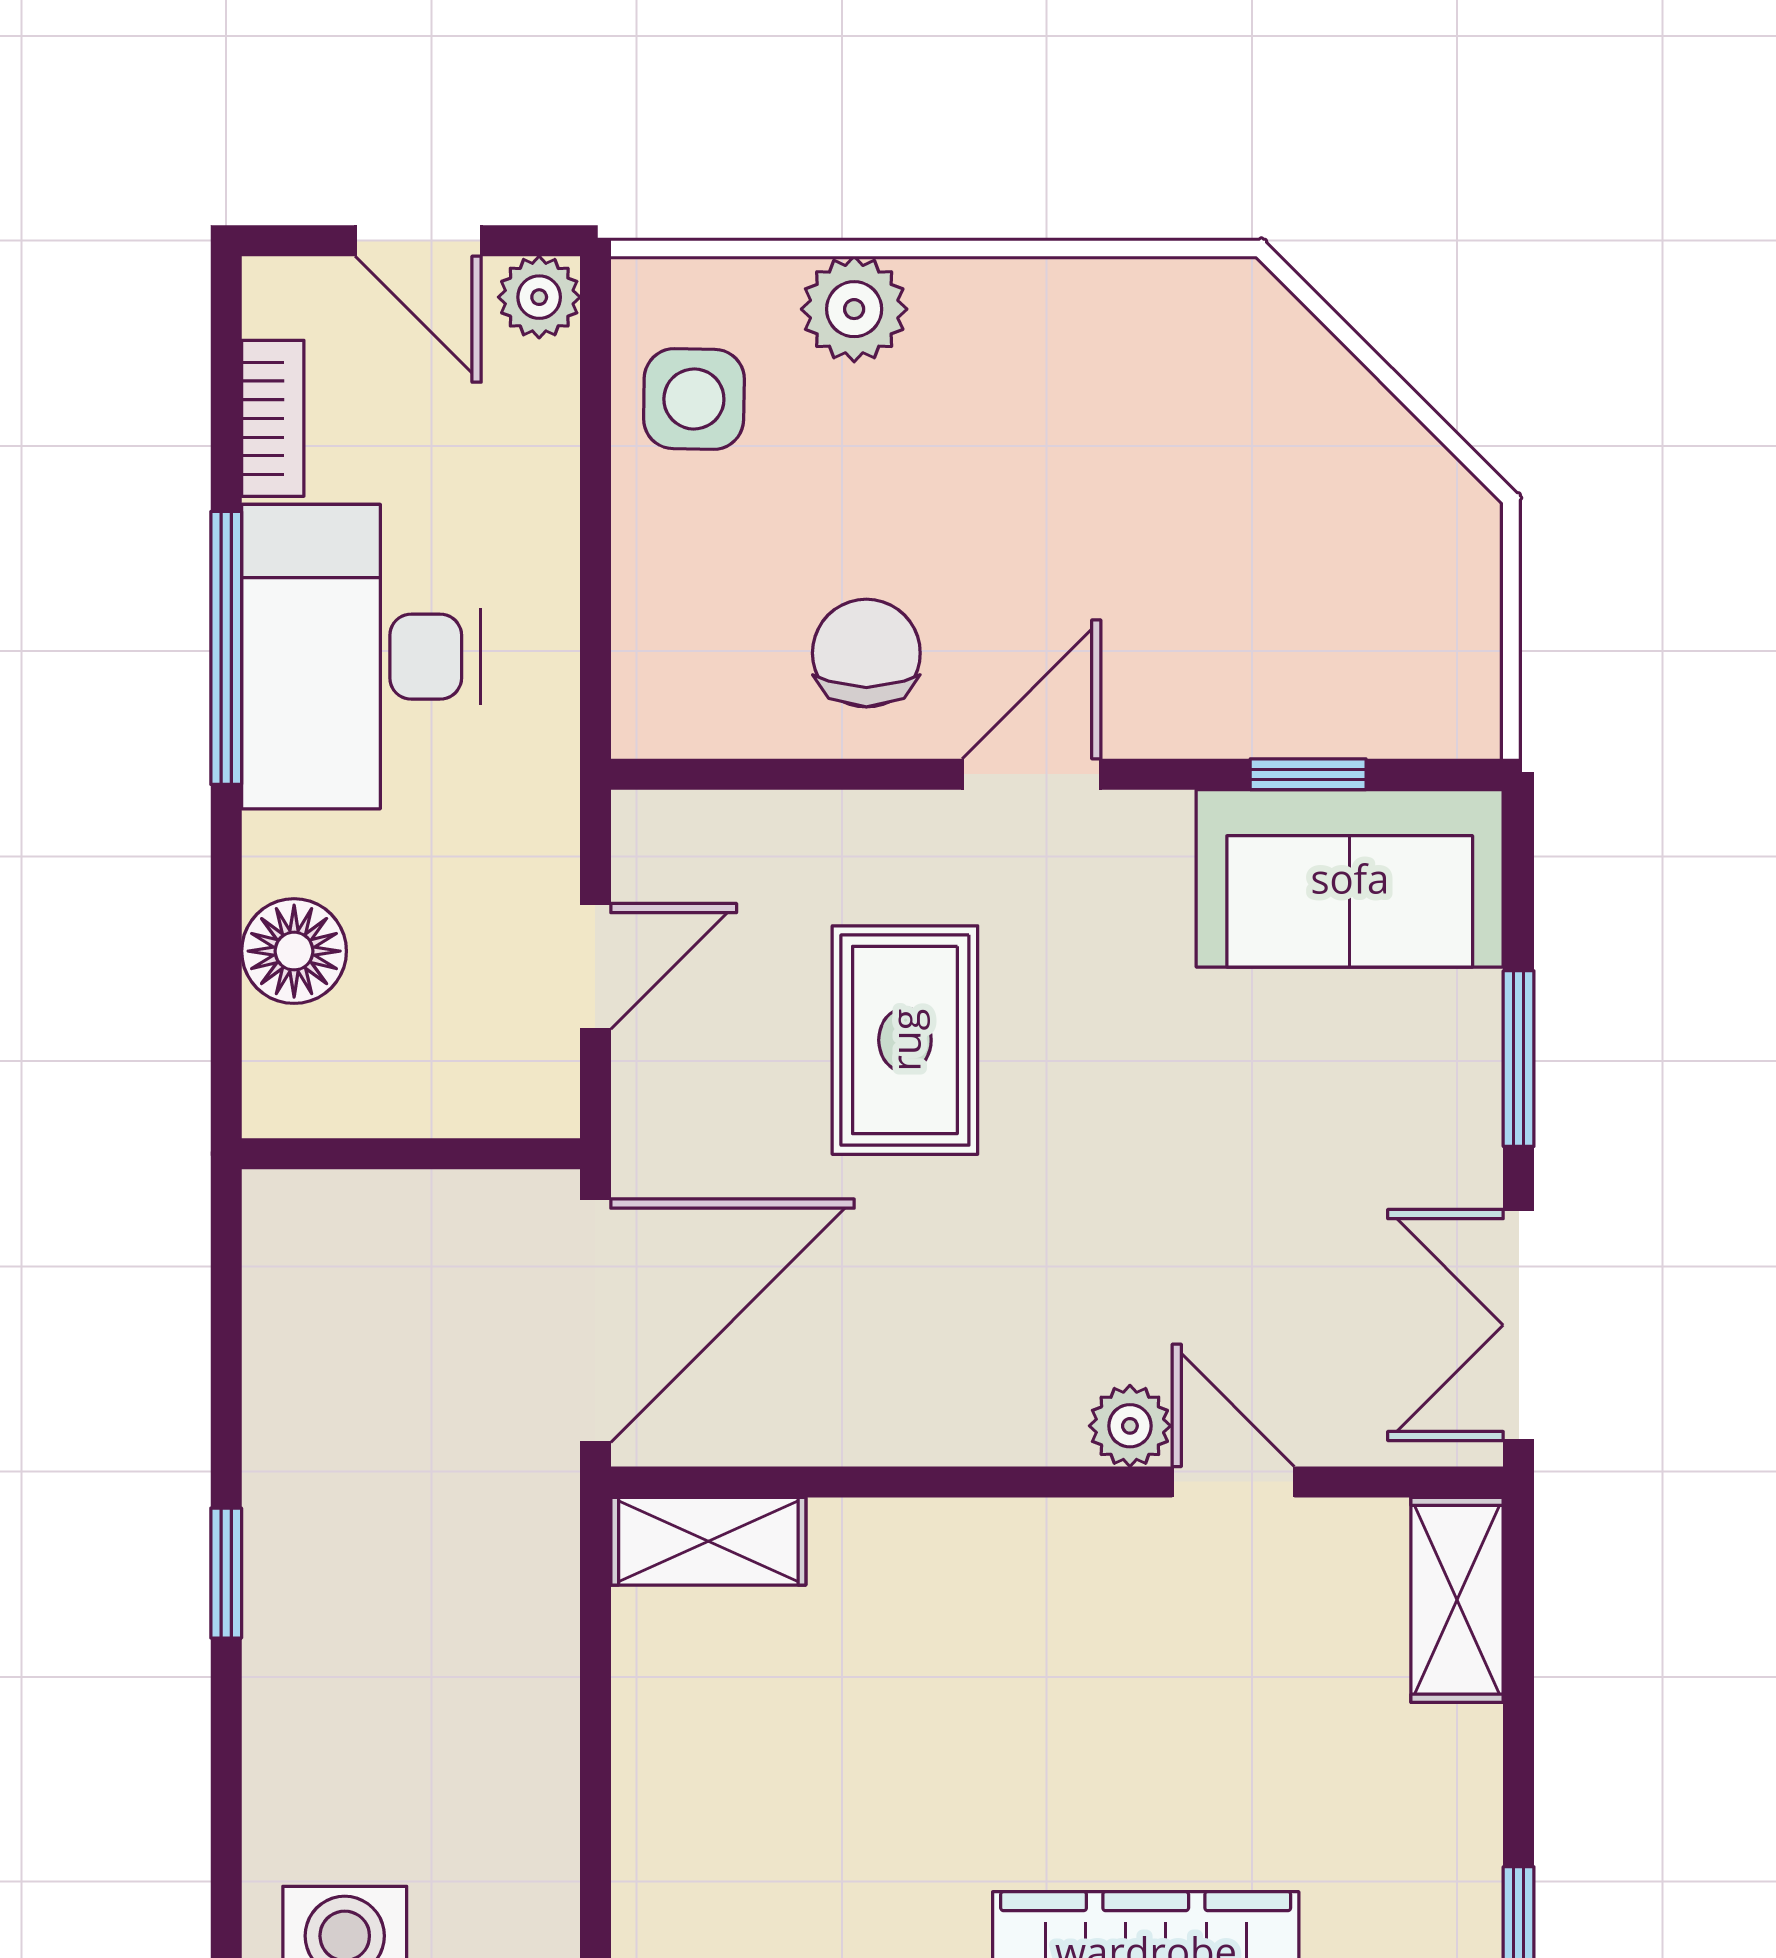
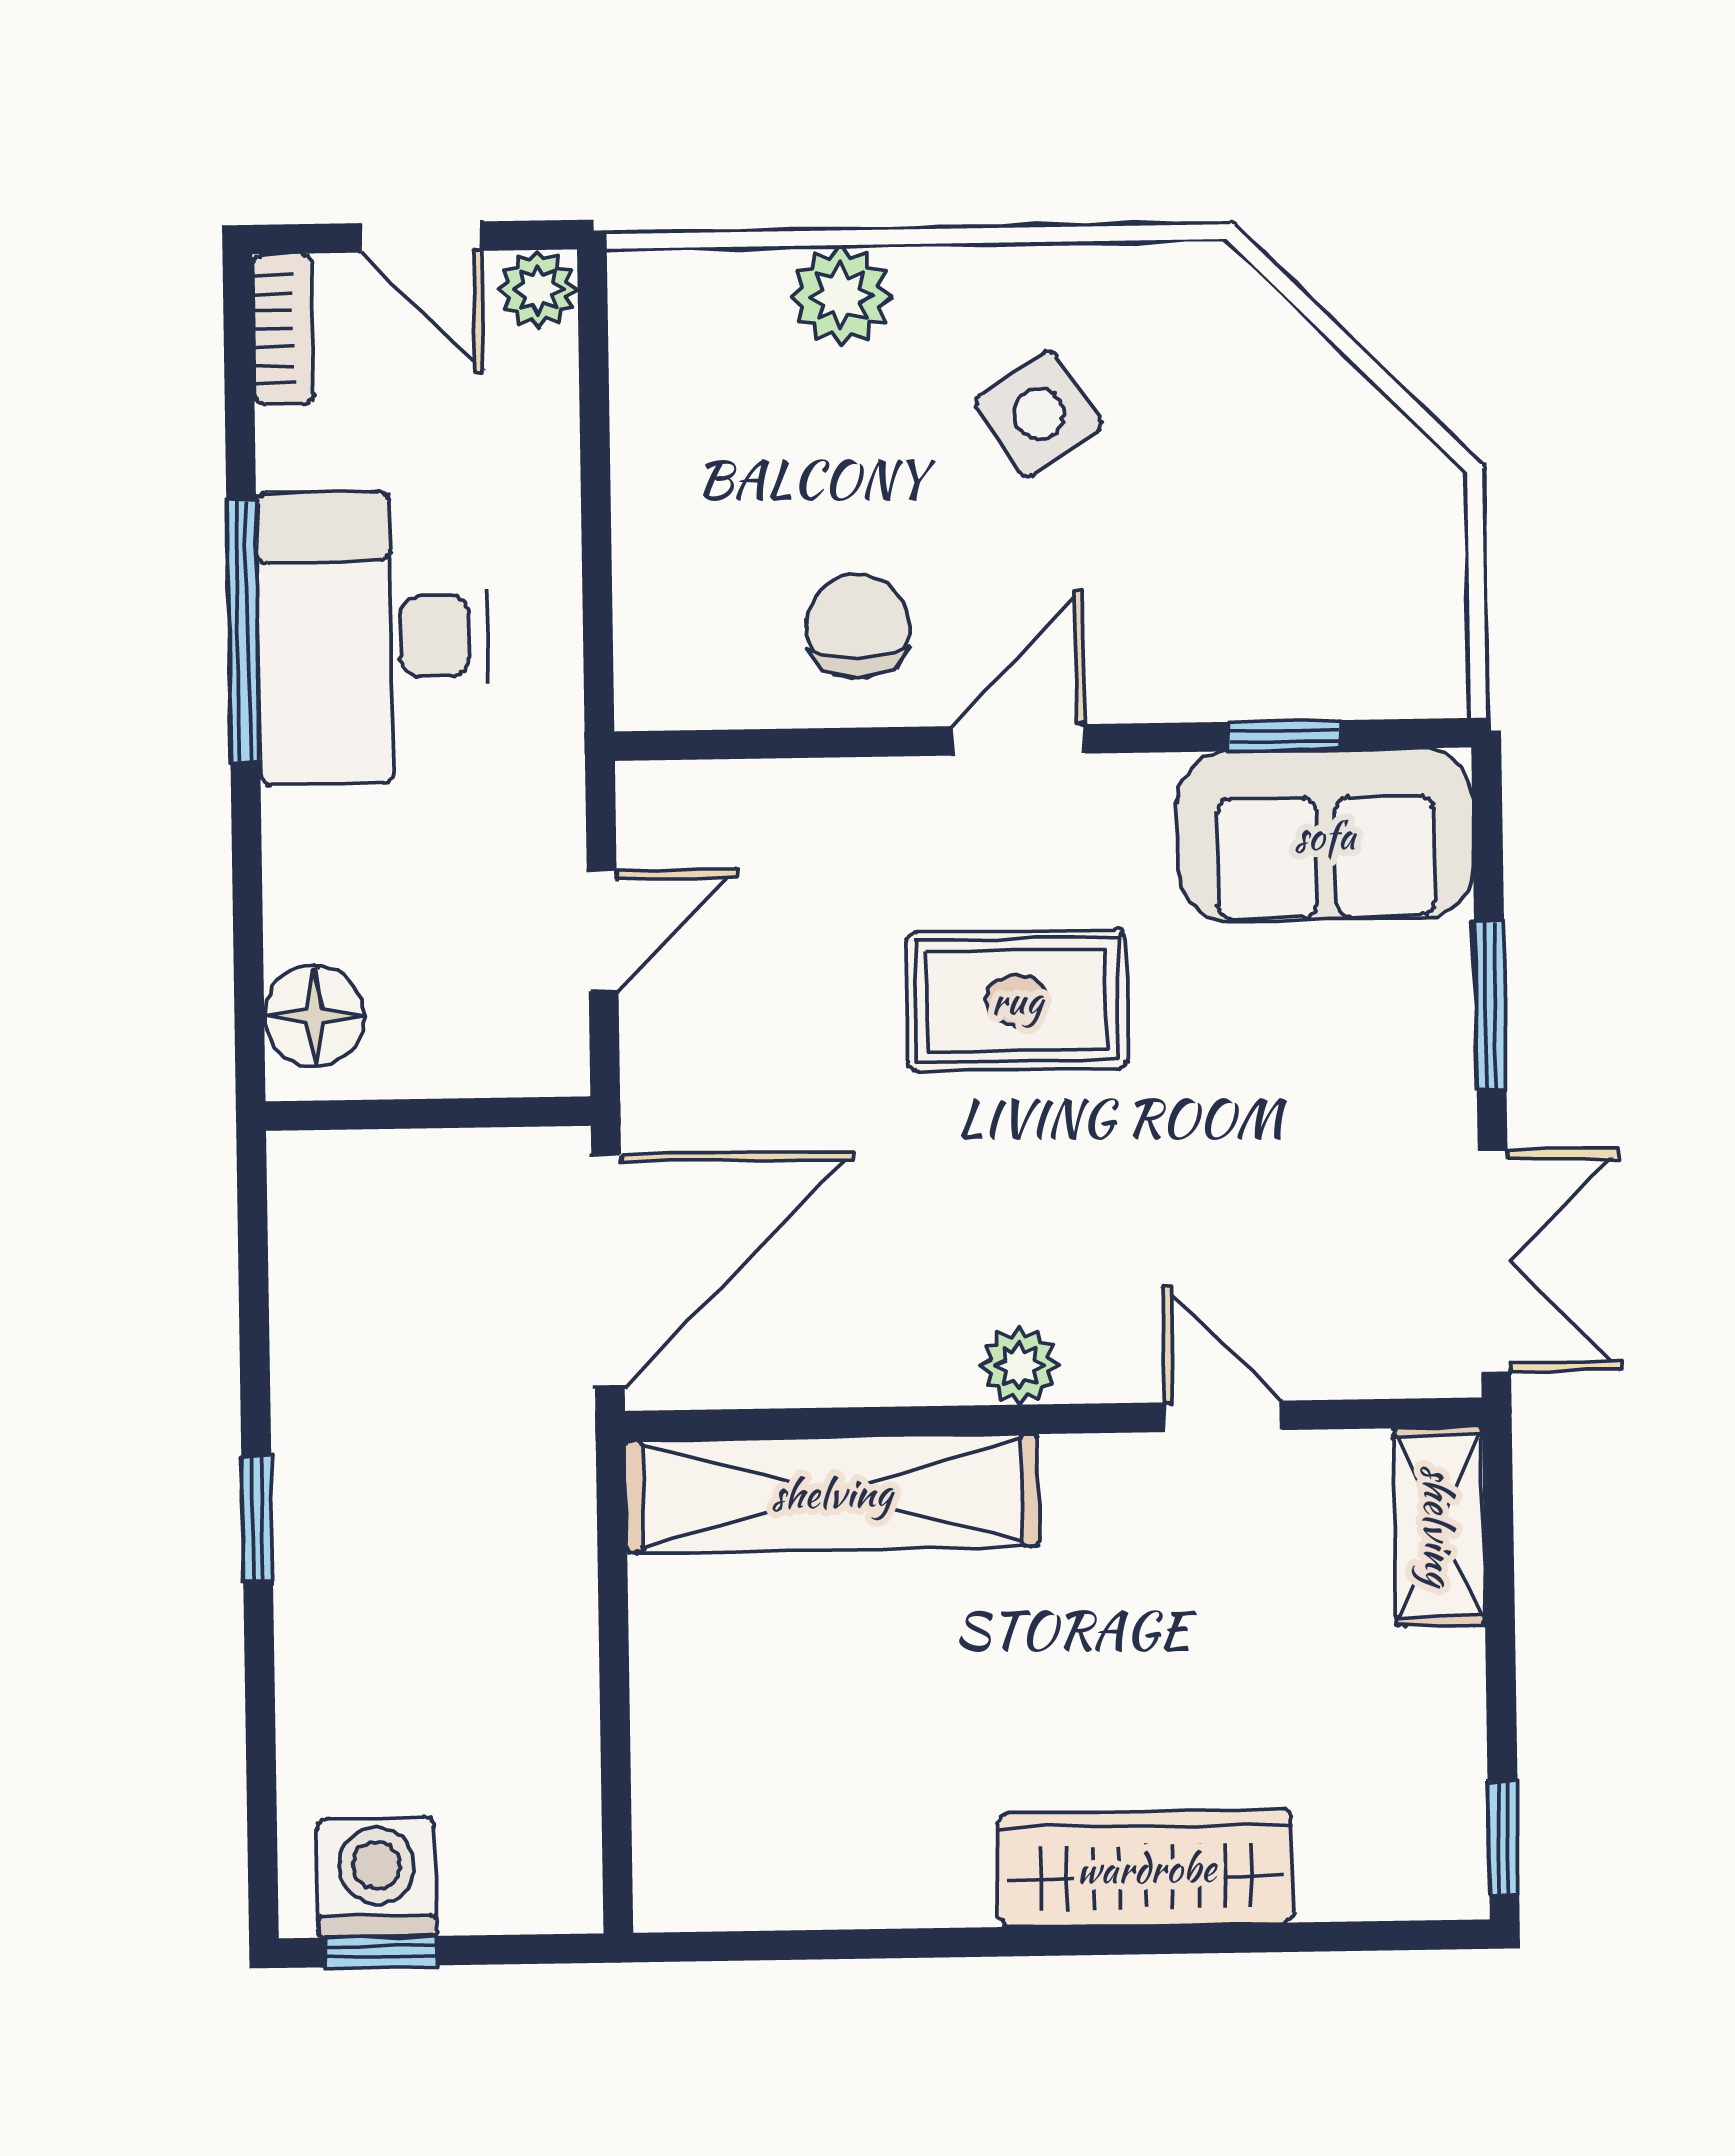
side table: (694, 399) -> (1039, 414), moved, turned -34
bookcase: (273, 418) -> (283, 329), moved
floor lamp: (294, 951) -> (314, 1016), moved
rug: (905, 1040) -> (1017, 1000), moved, turned 90
double door: (1519, 1325) -> (1494, 1261), swing flipped
plant: (1130, 1426) -> (1019, 1366), moved
shelving: (708, 1541) -> (832, 1493), width x2.20, depth x1.33

